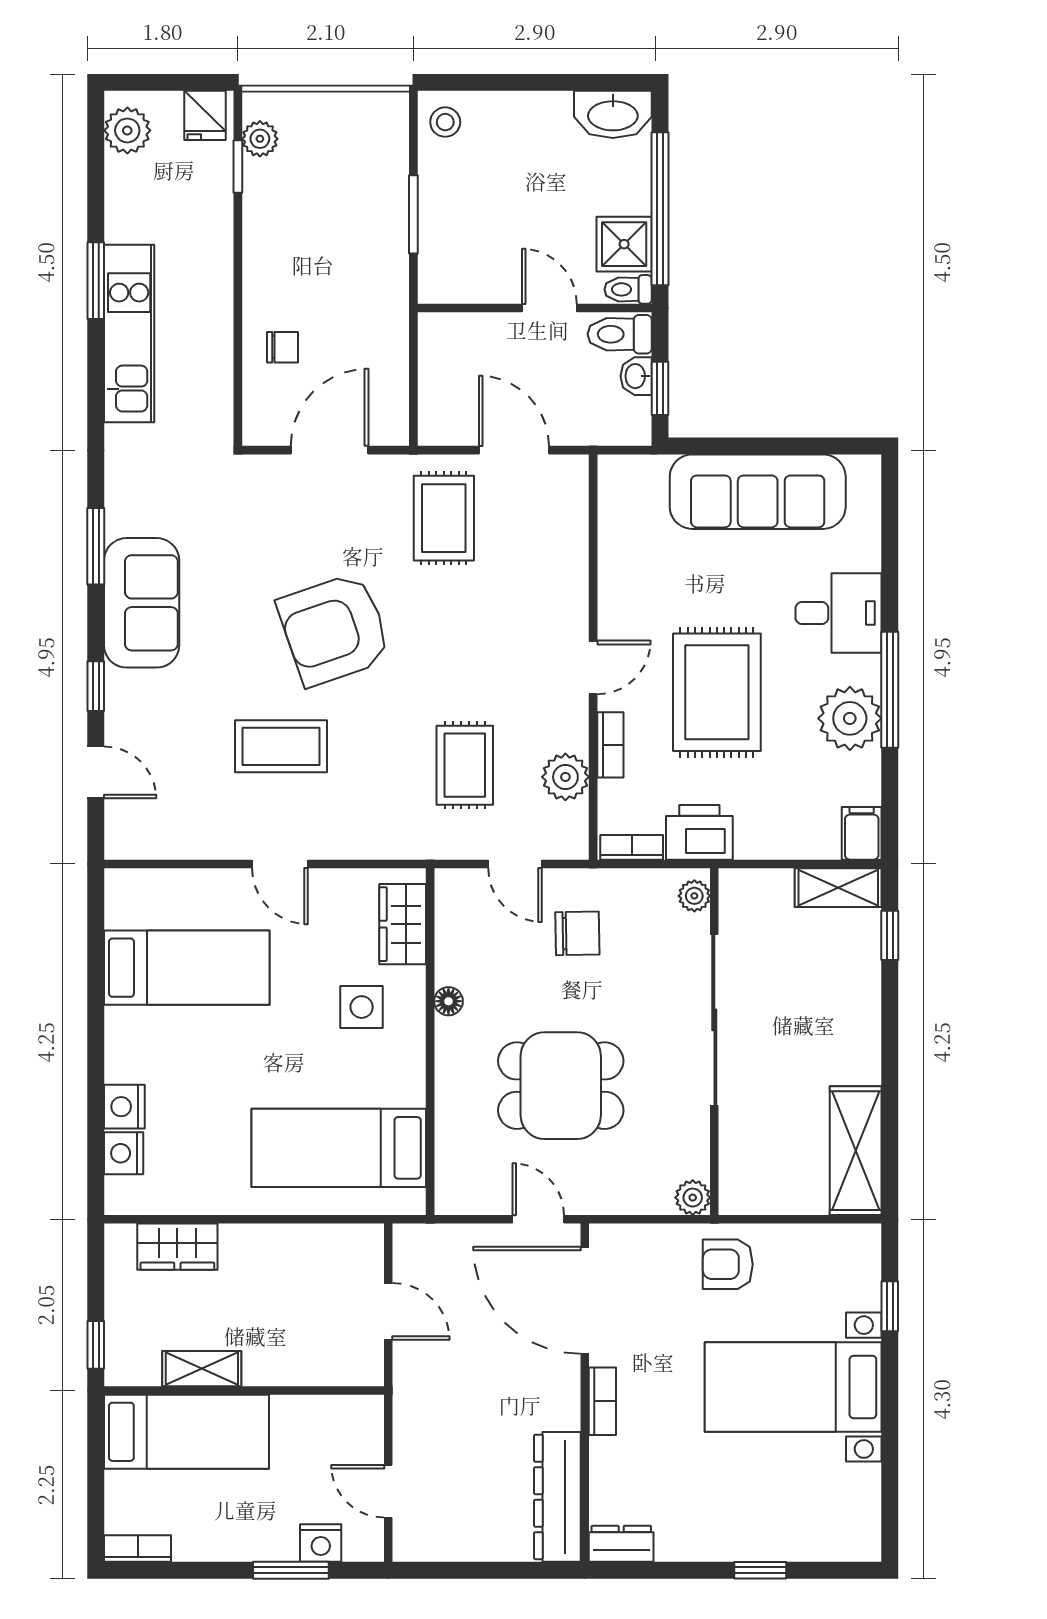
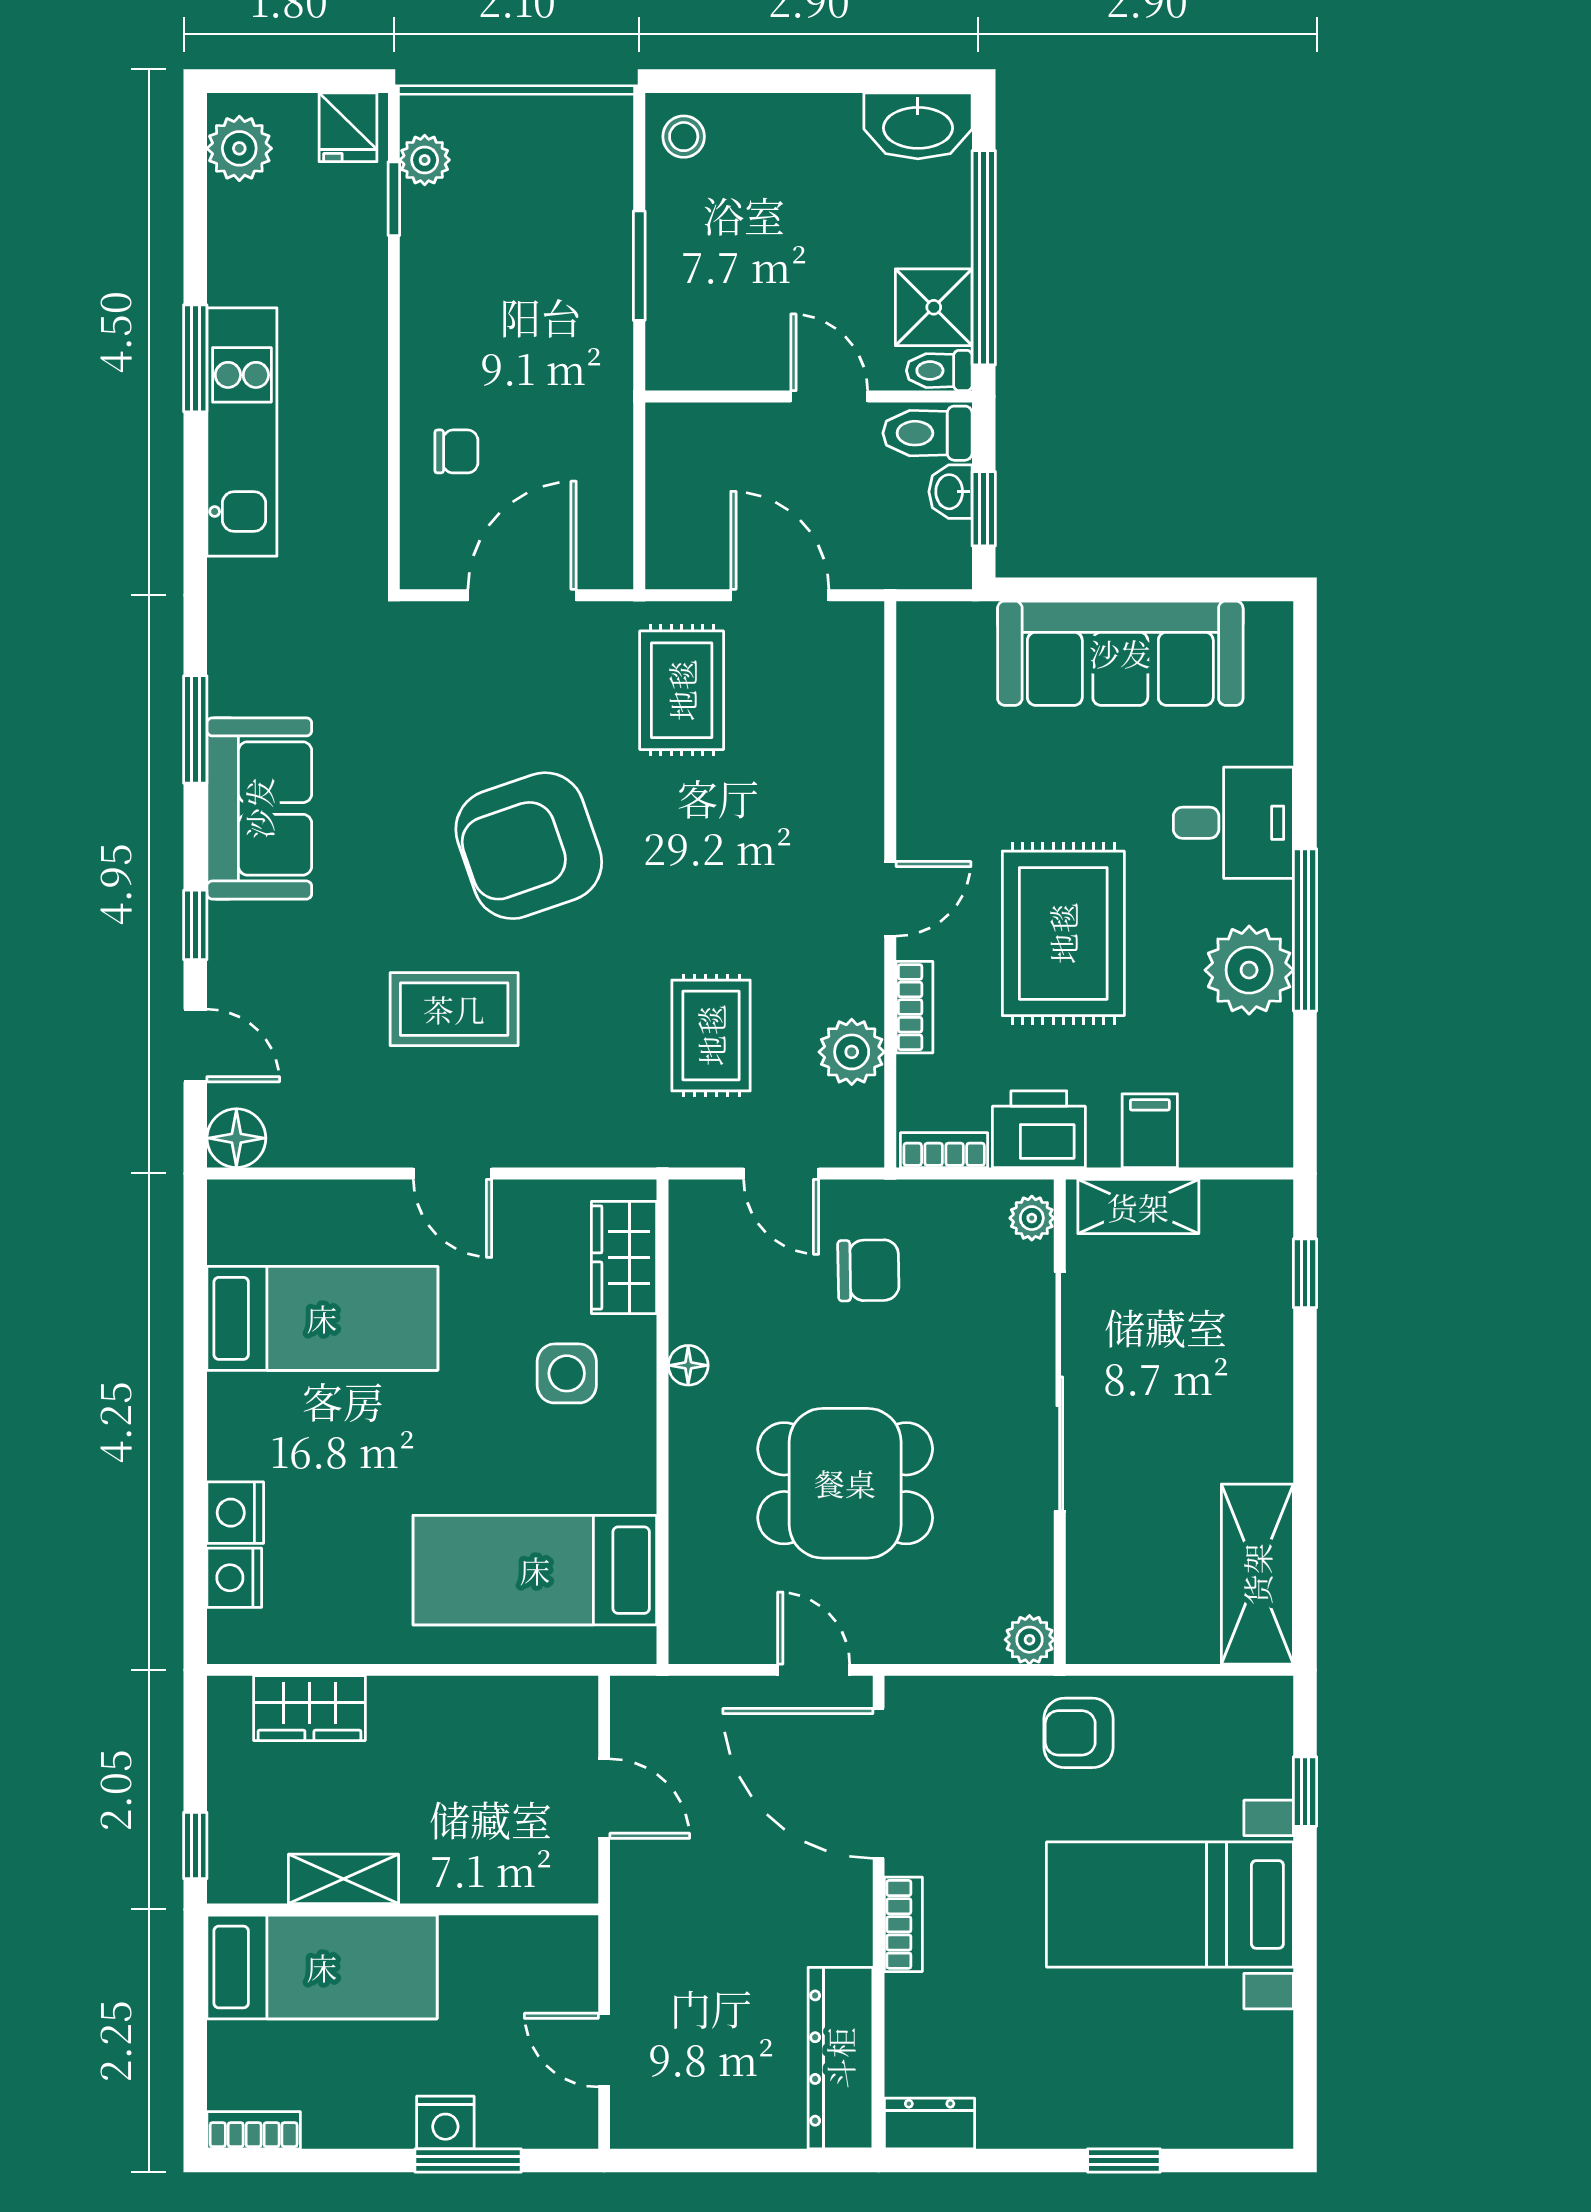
filing cabinet: (862, 833) -> (1150, 1131), moved
floor lamp: (125, 839) -> (236, 1138), added
shelving: (838, 888) -> (1138, 1207), moved
nightstand: (321, 1543) -> (445, 2122), moved

